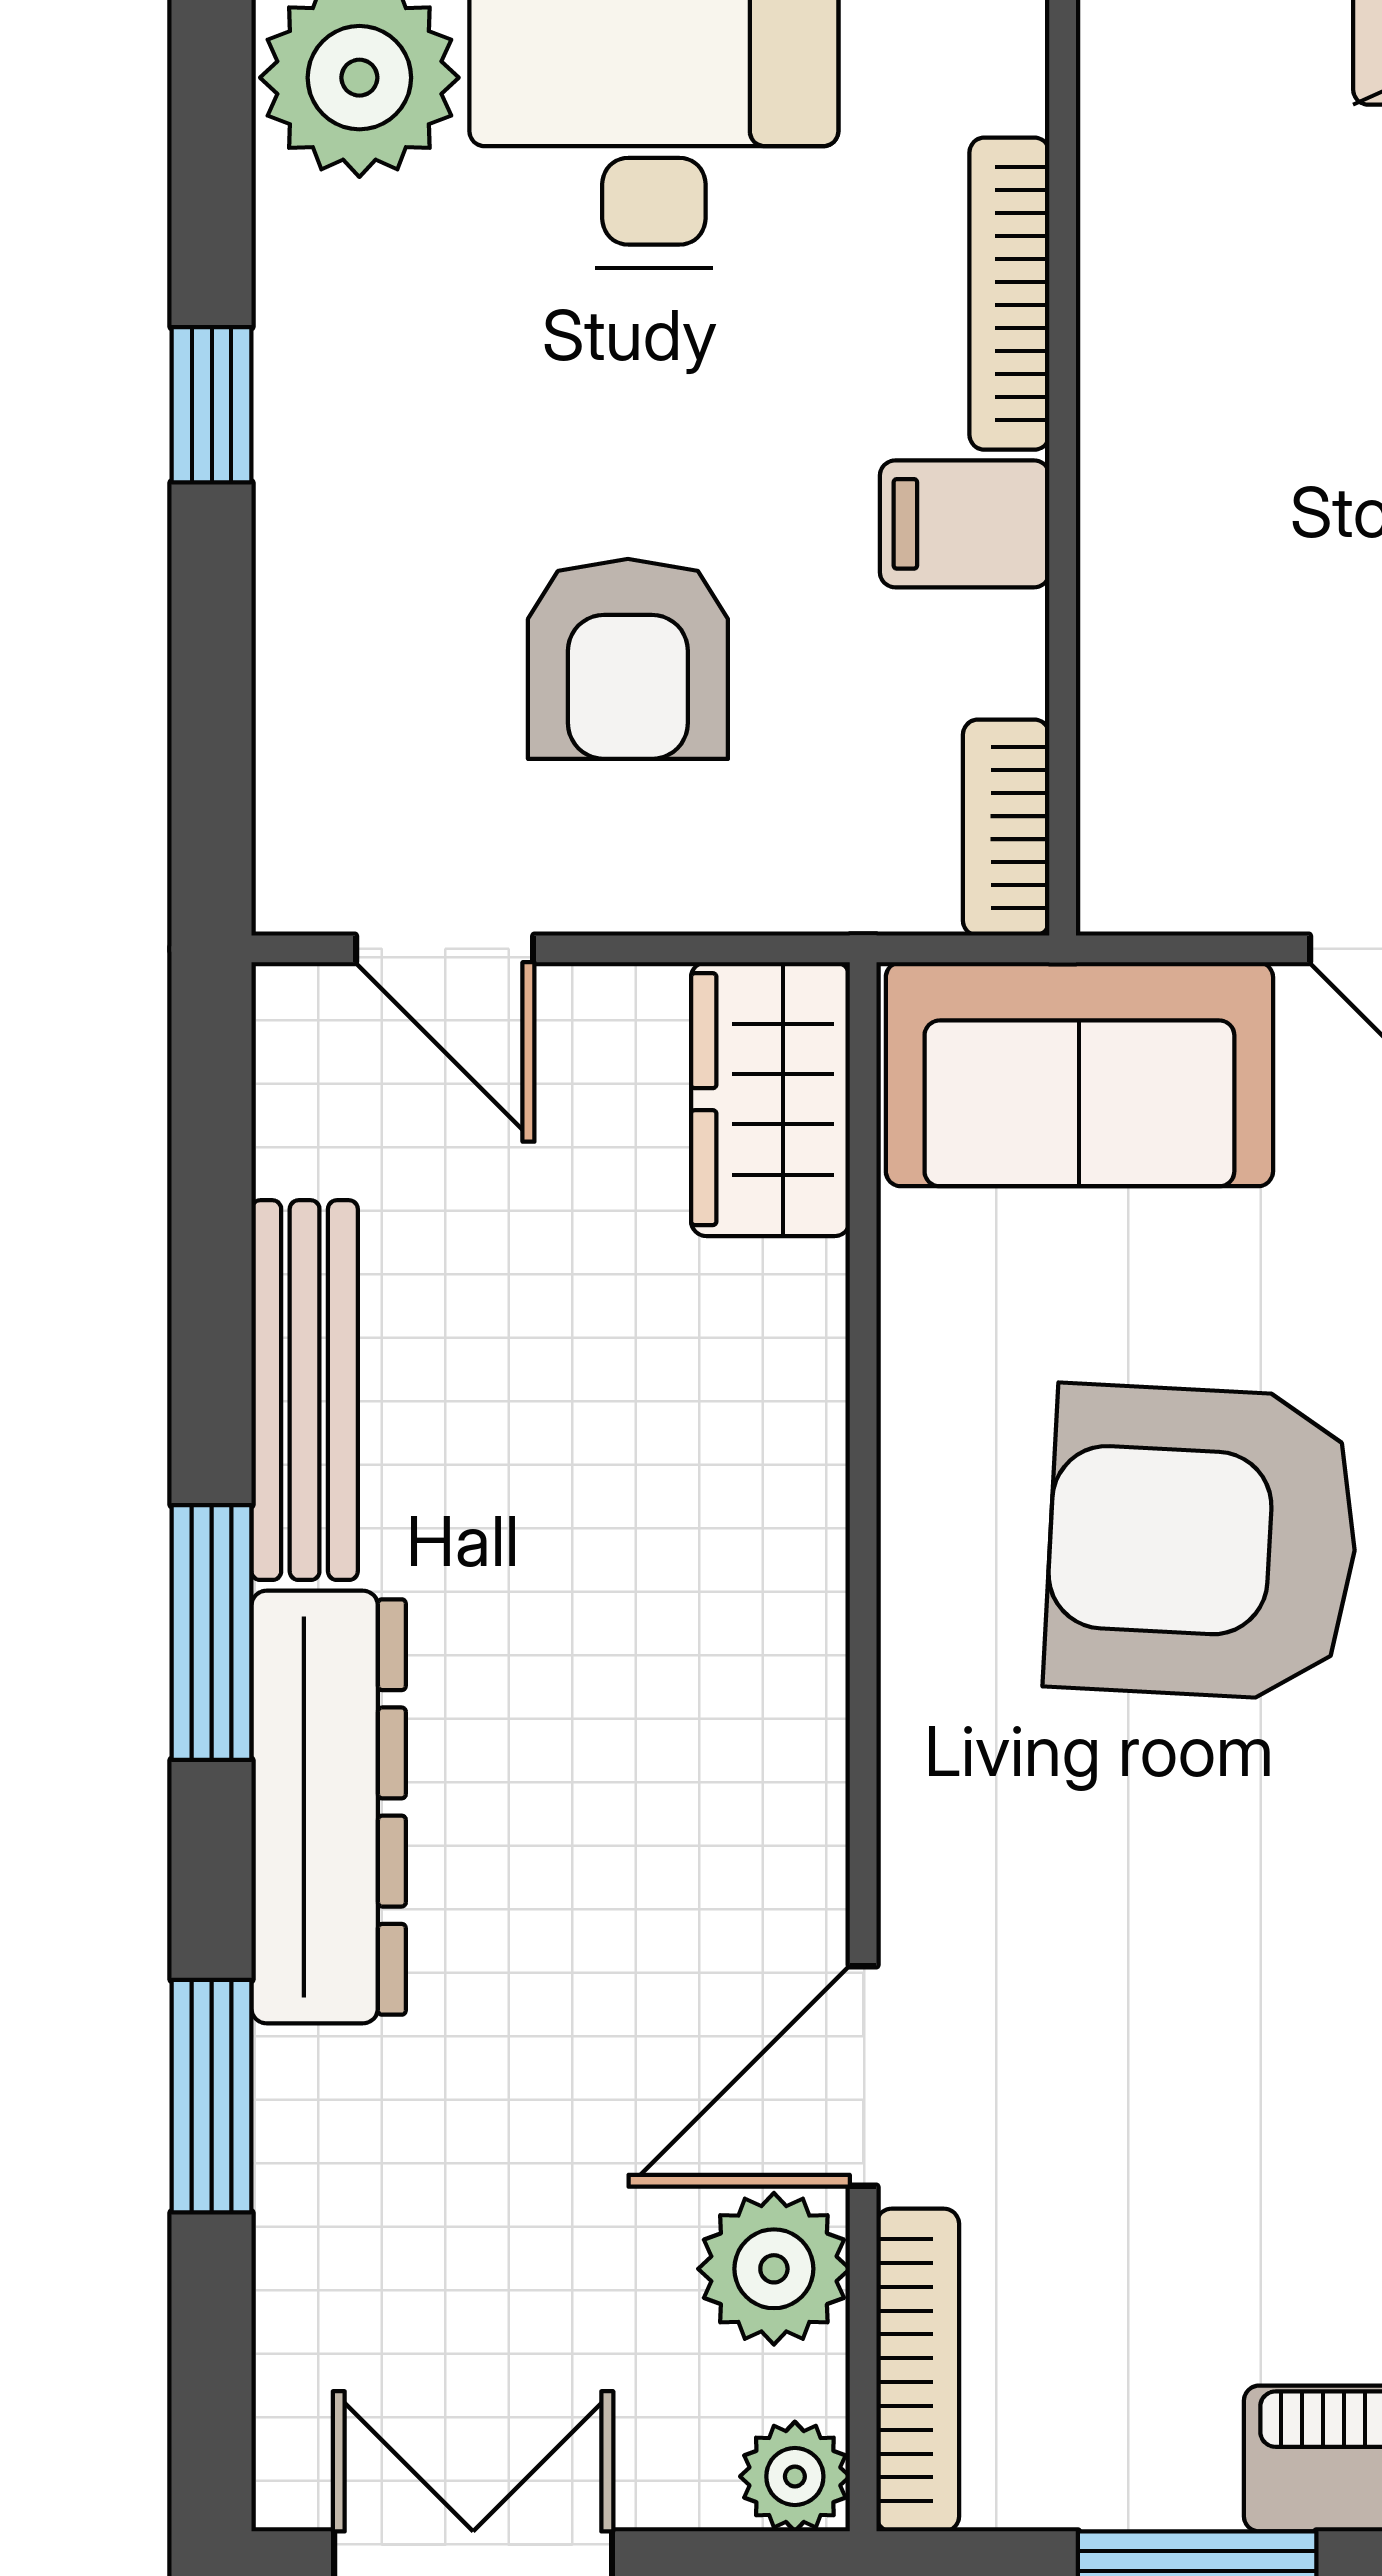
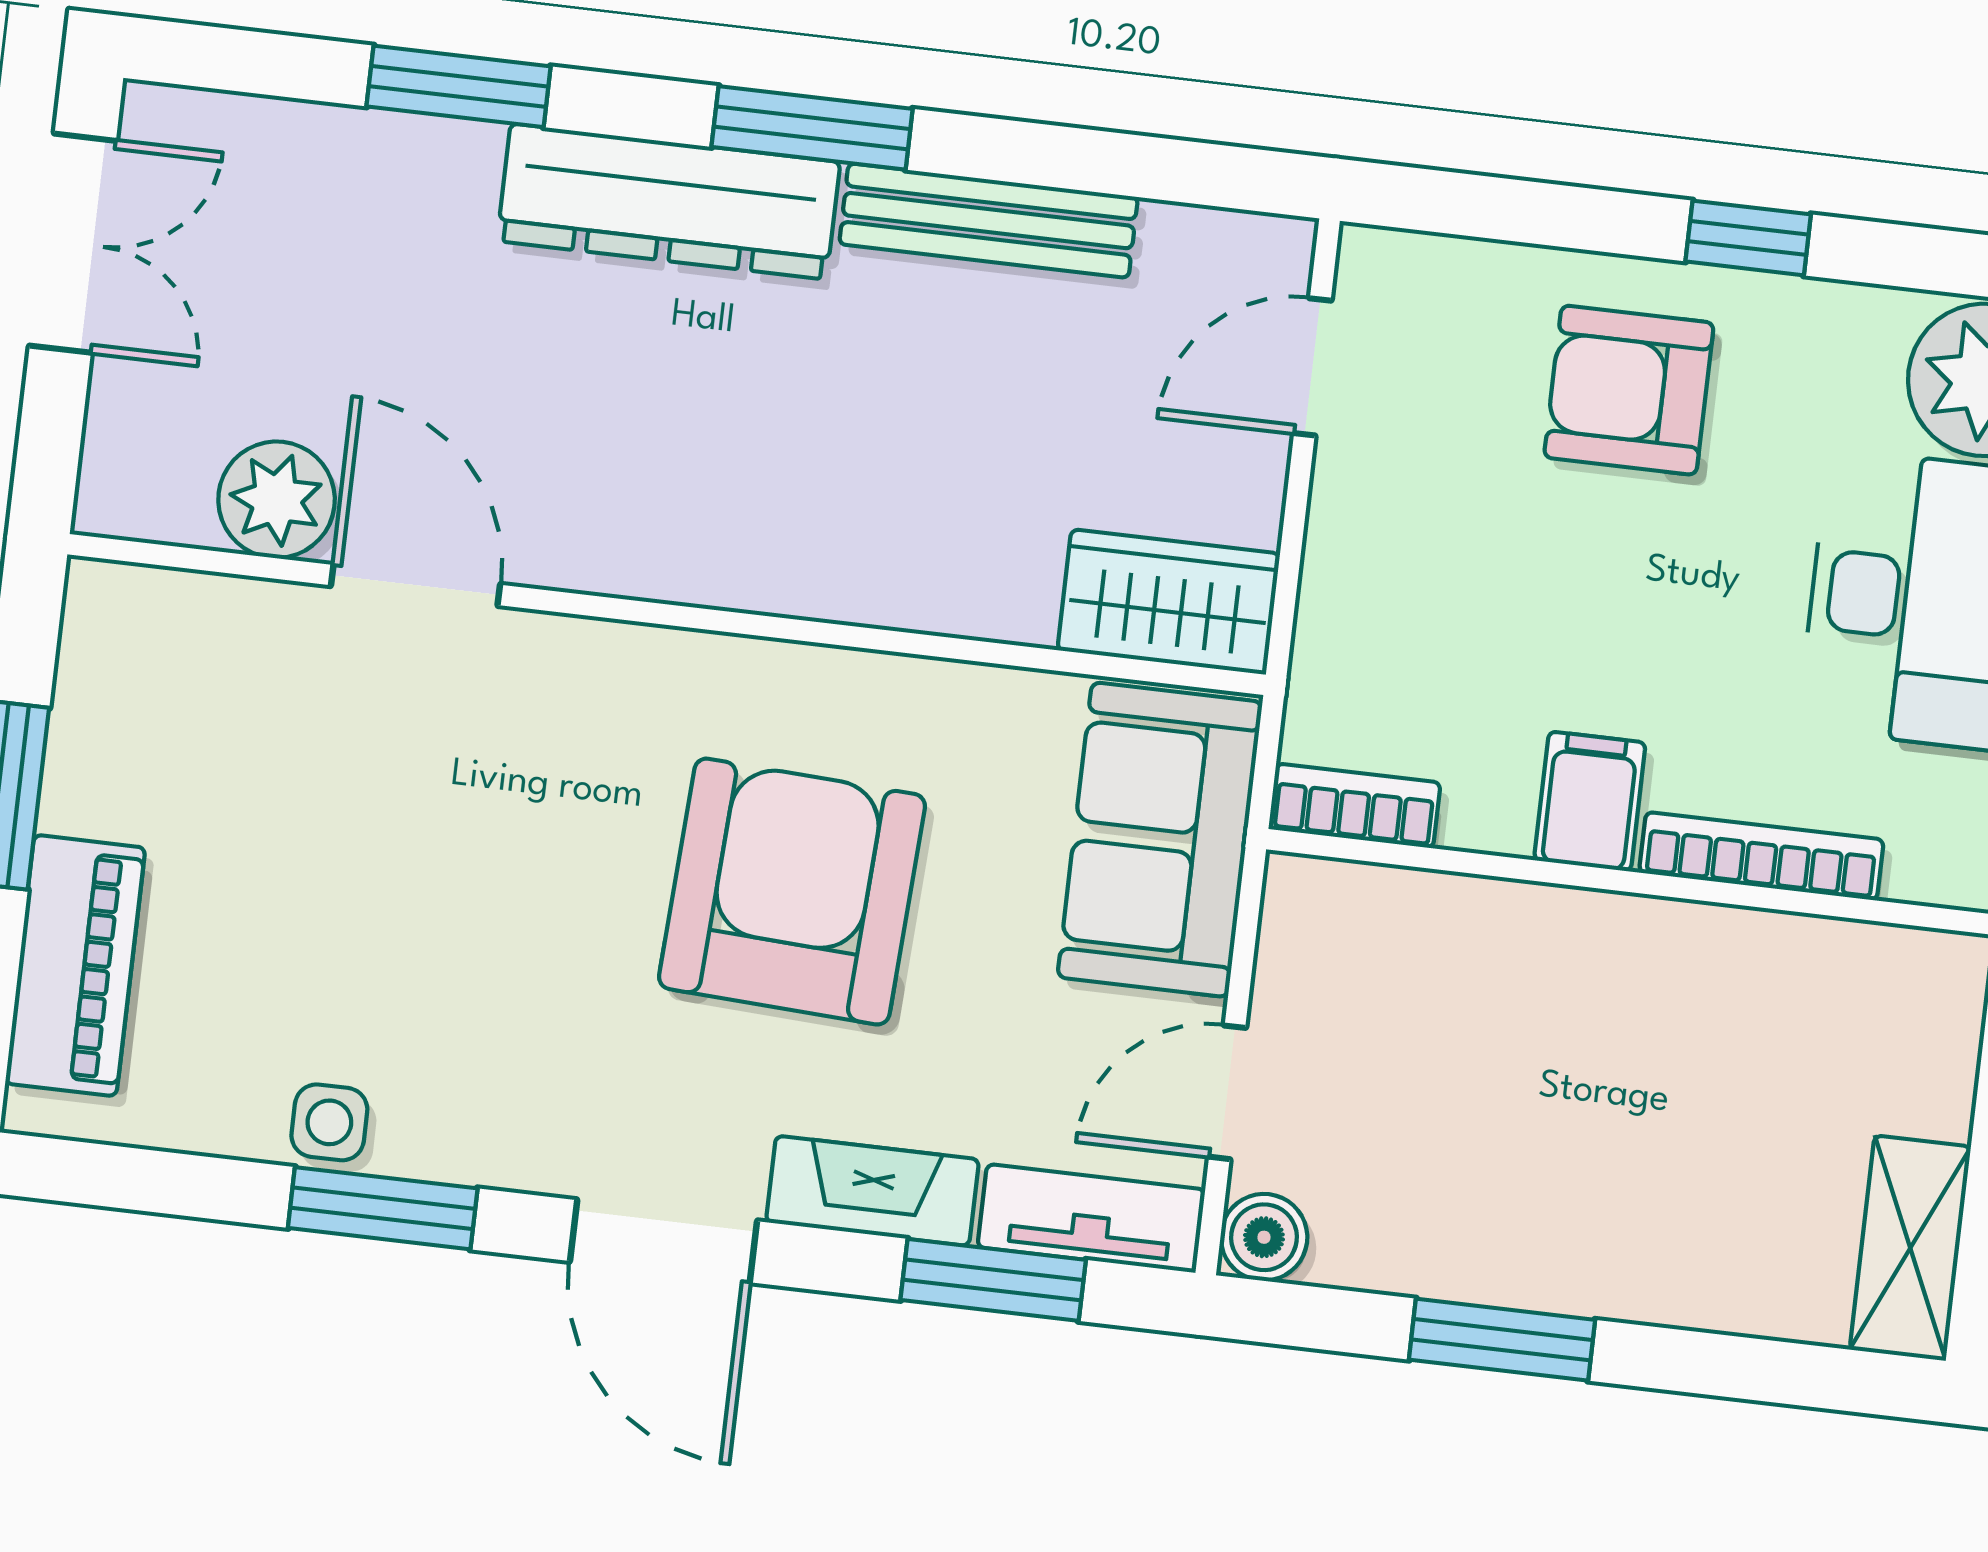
armchair: (628, 659) -> (1629, 390), moved
bookcase: (918, 2370) -> (186, 600), removed
plant: (795, 2476) -> (116, 497), removed

